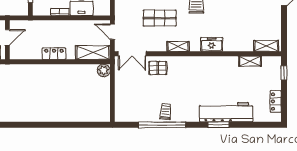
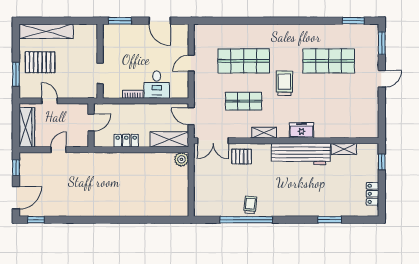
door: (7, 37) -> (91, 122), moved
wall: (7, 40) -> (91, 125), moved
shelving: (266, 46) -> (362, 132), removed
workbench: (226, 112) -> (301, 154), moved, turned 180
window: (218, 125) -> (330, 220), moved

